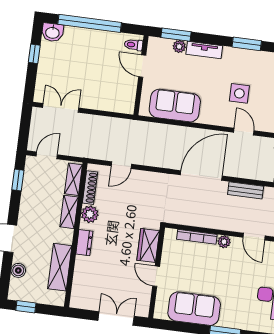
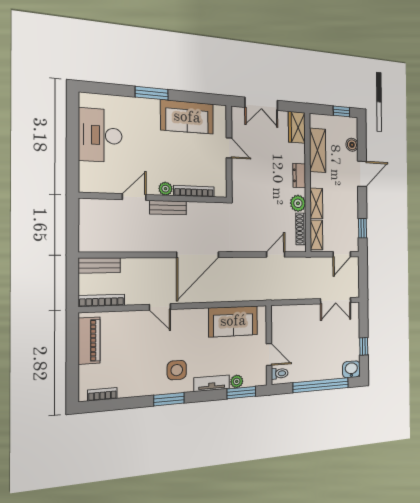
side table: (239, 93) -> (177, 370), moved
bench: (246, 190) -> (168, 208), moved
door: (254, 237) -> (134, 197), hinge flipped
wardrobe: (148, 246) -> (297, 127), moved, turned 180

